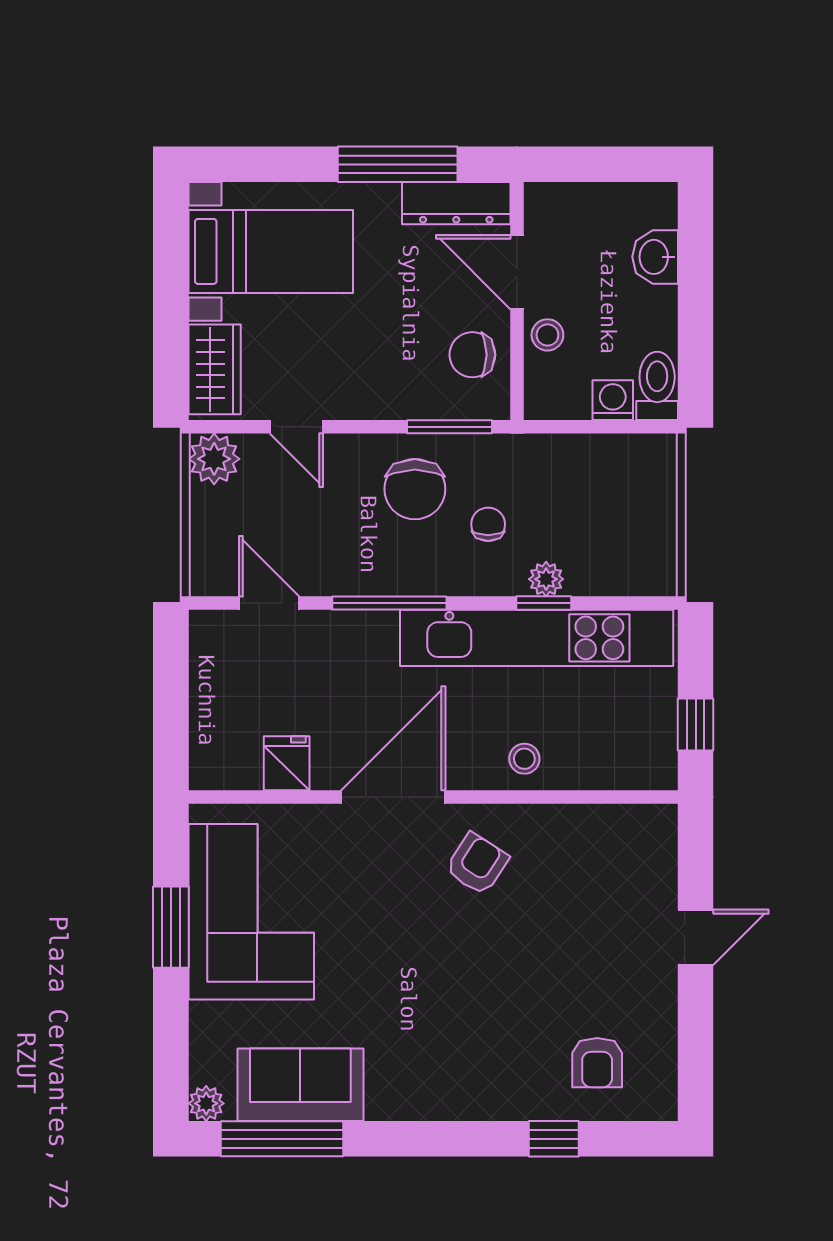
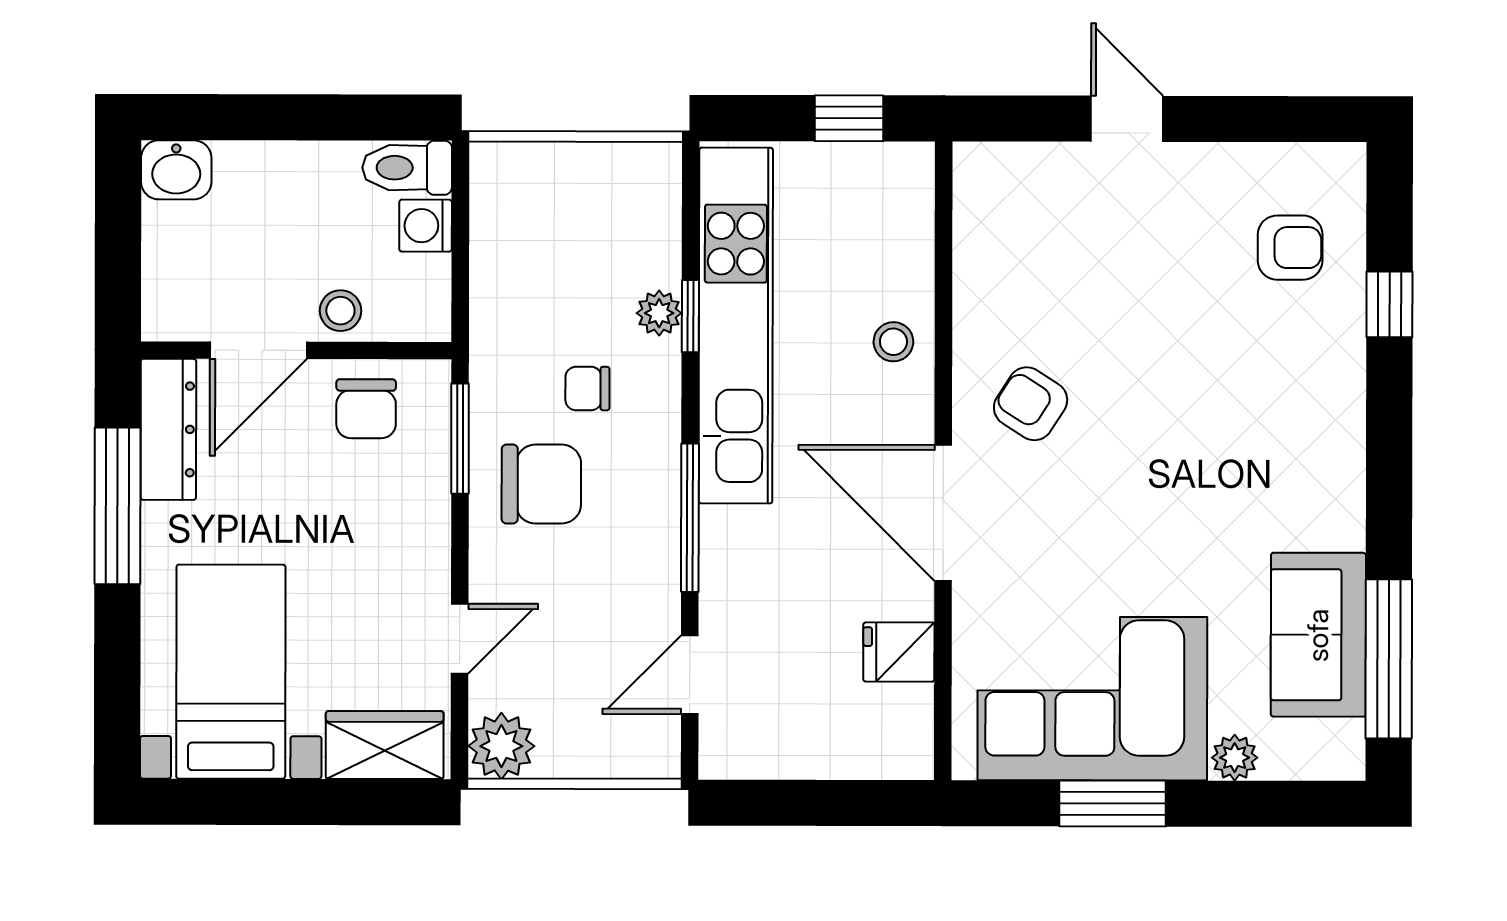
washbasin: (655, 257) -> (176, 170), moved
plant: (206, 1103) -> (1235, 758), moved

